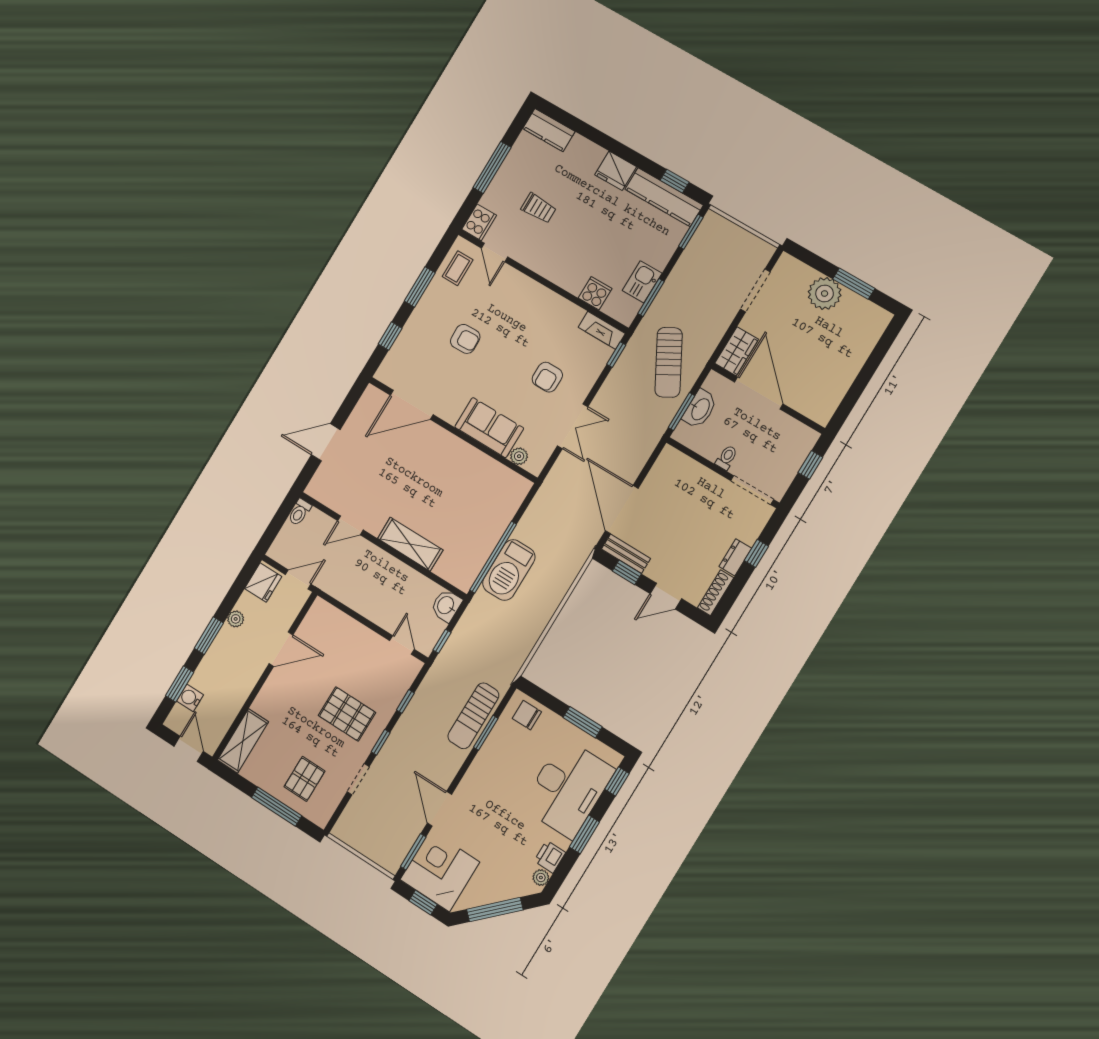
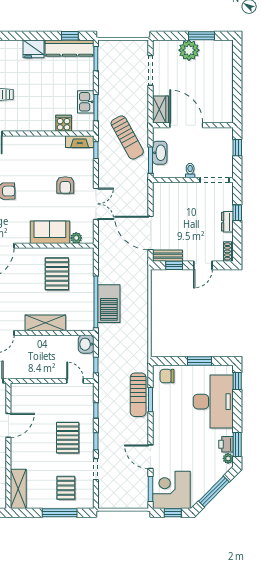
pallet: (465, 489) -> (57, 274), added
shoe rack: (716, 593) -> (228, 251), width x0.70
pallet: (347, 714) -> (68, 438), turned 90
window: (584, 834) -> (237, 445), moved

